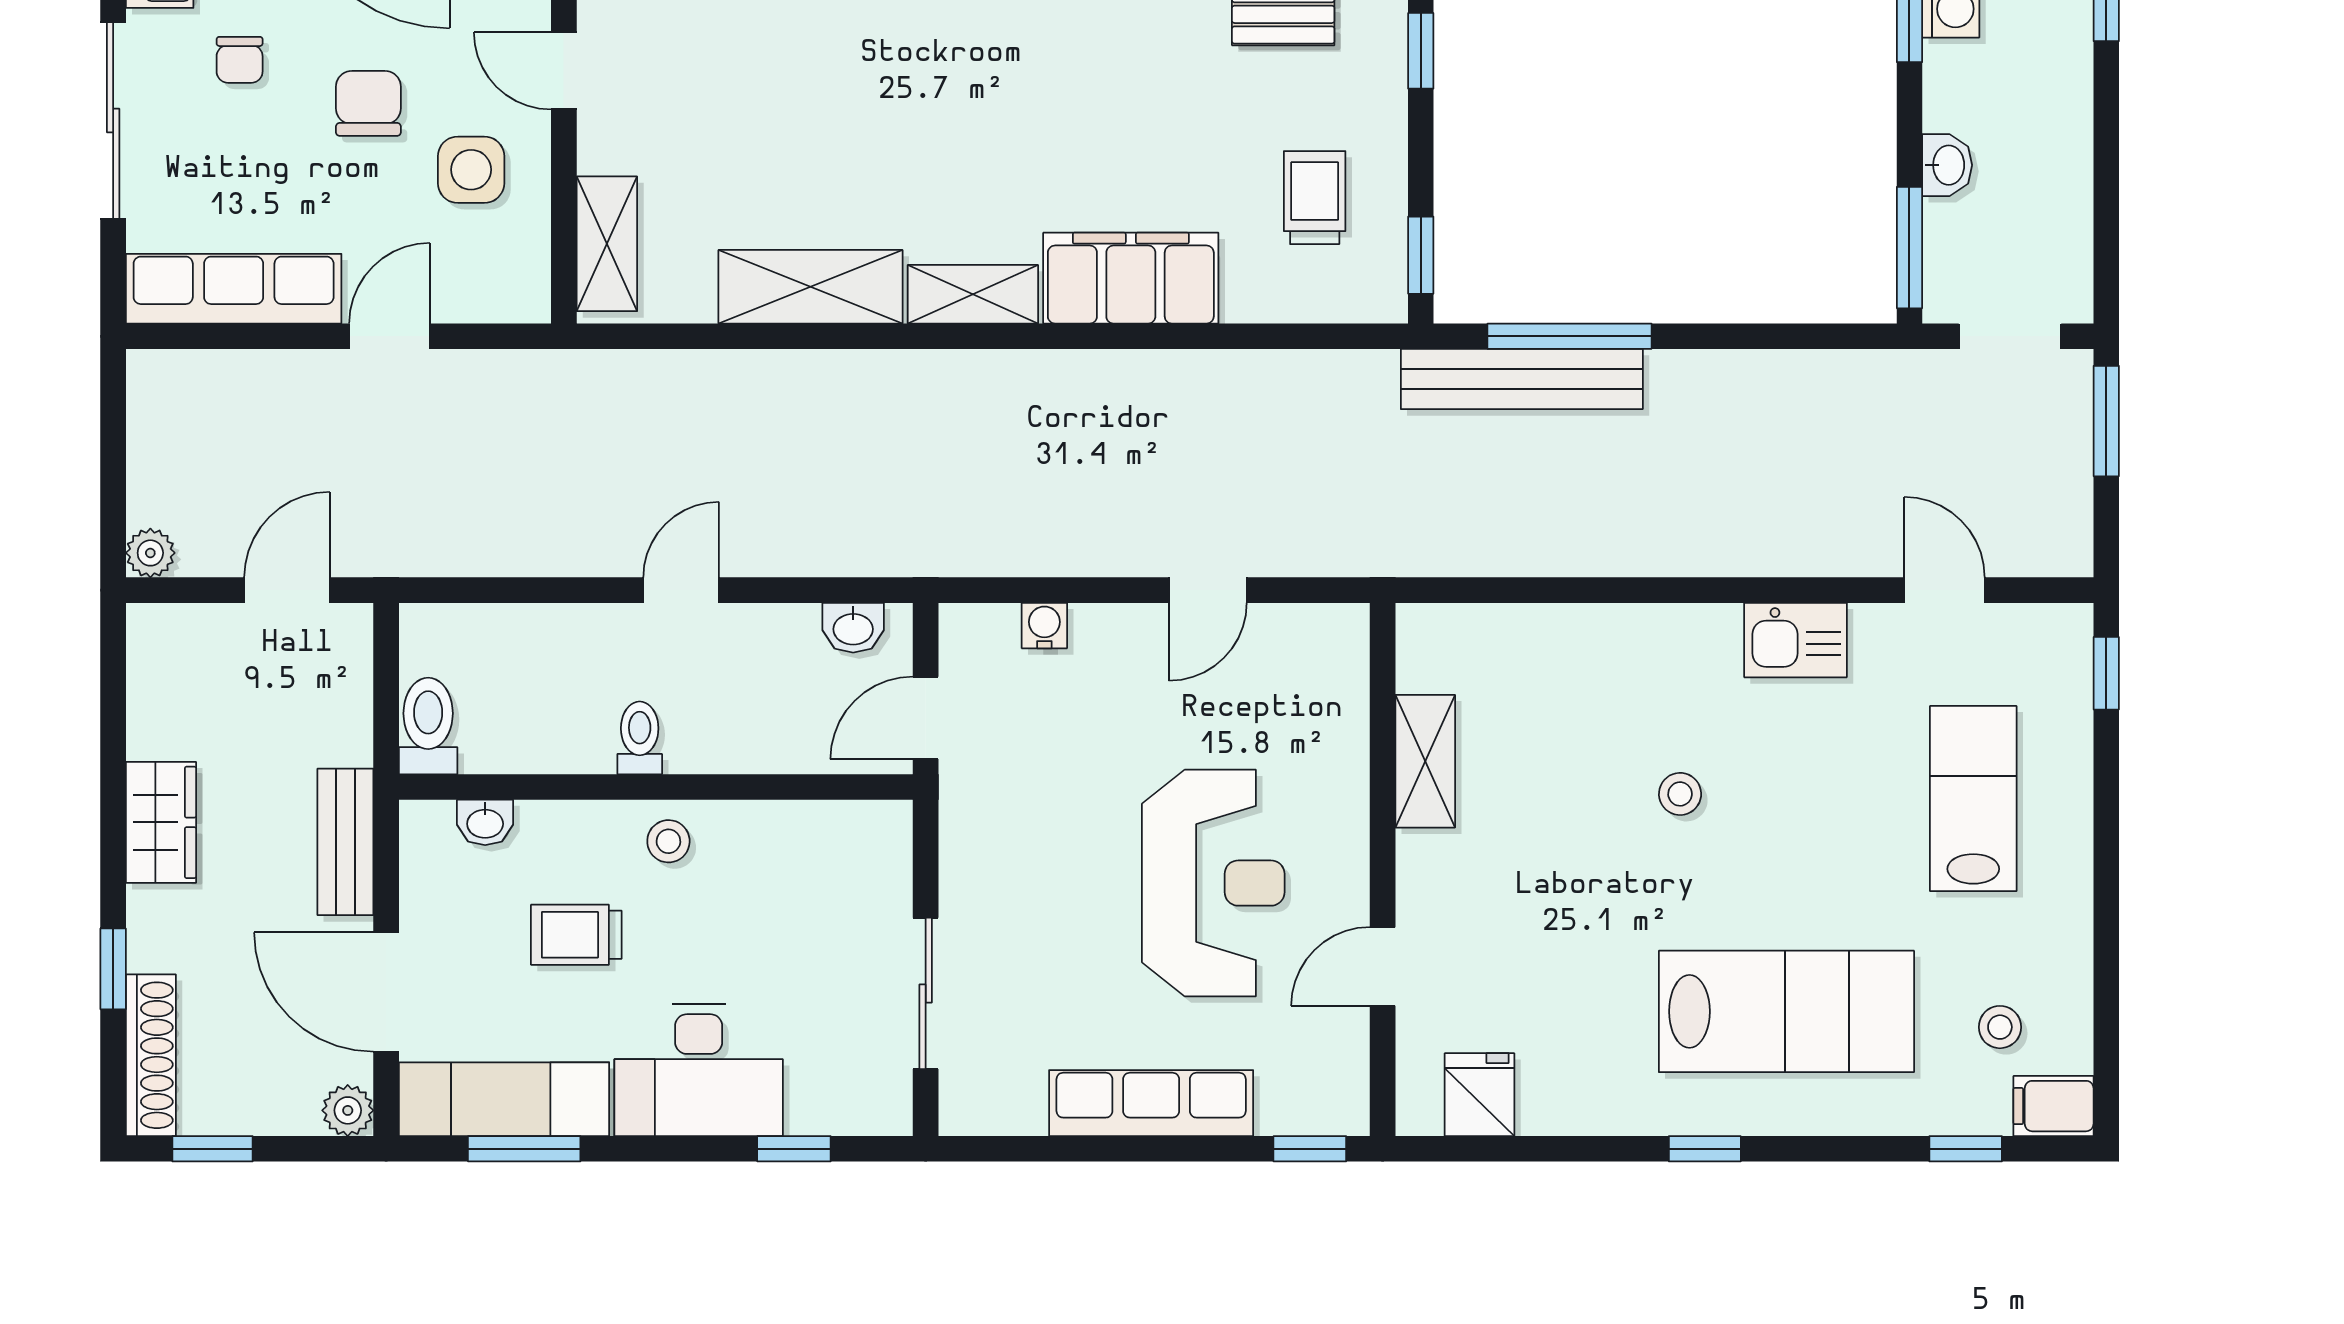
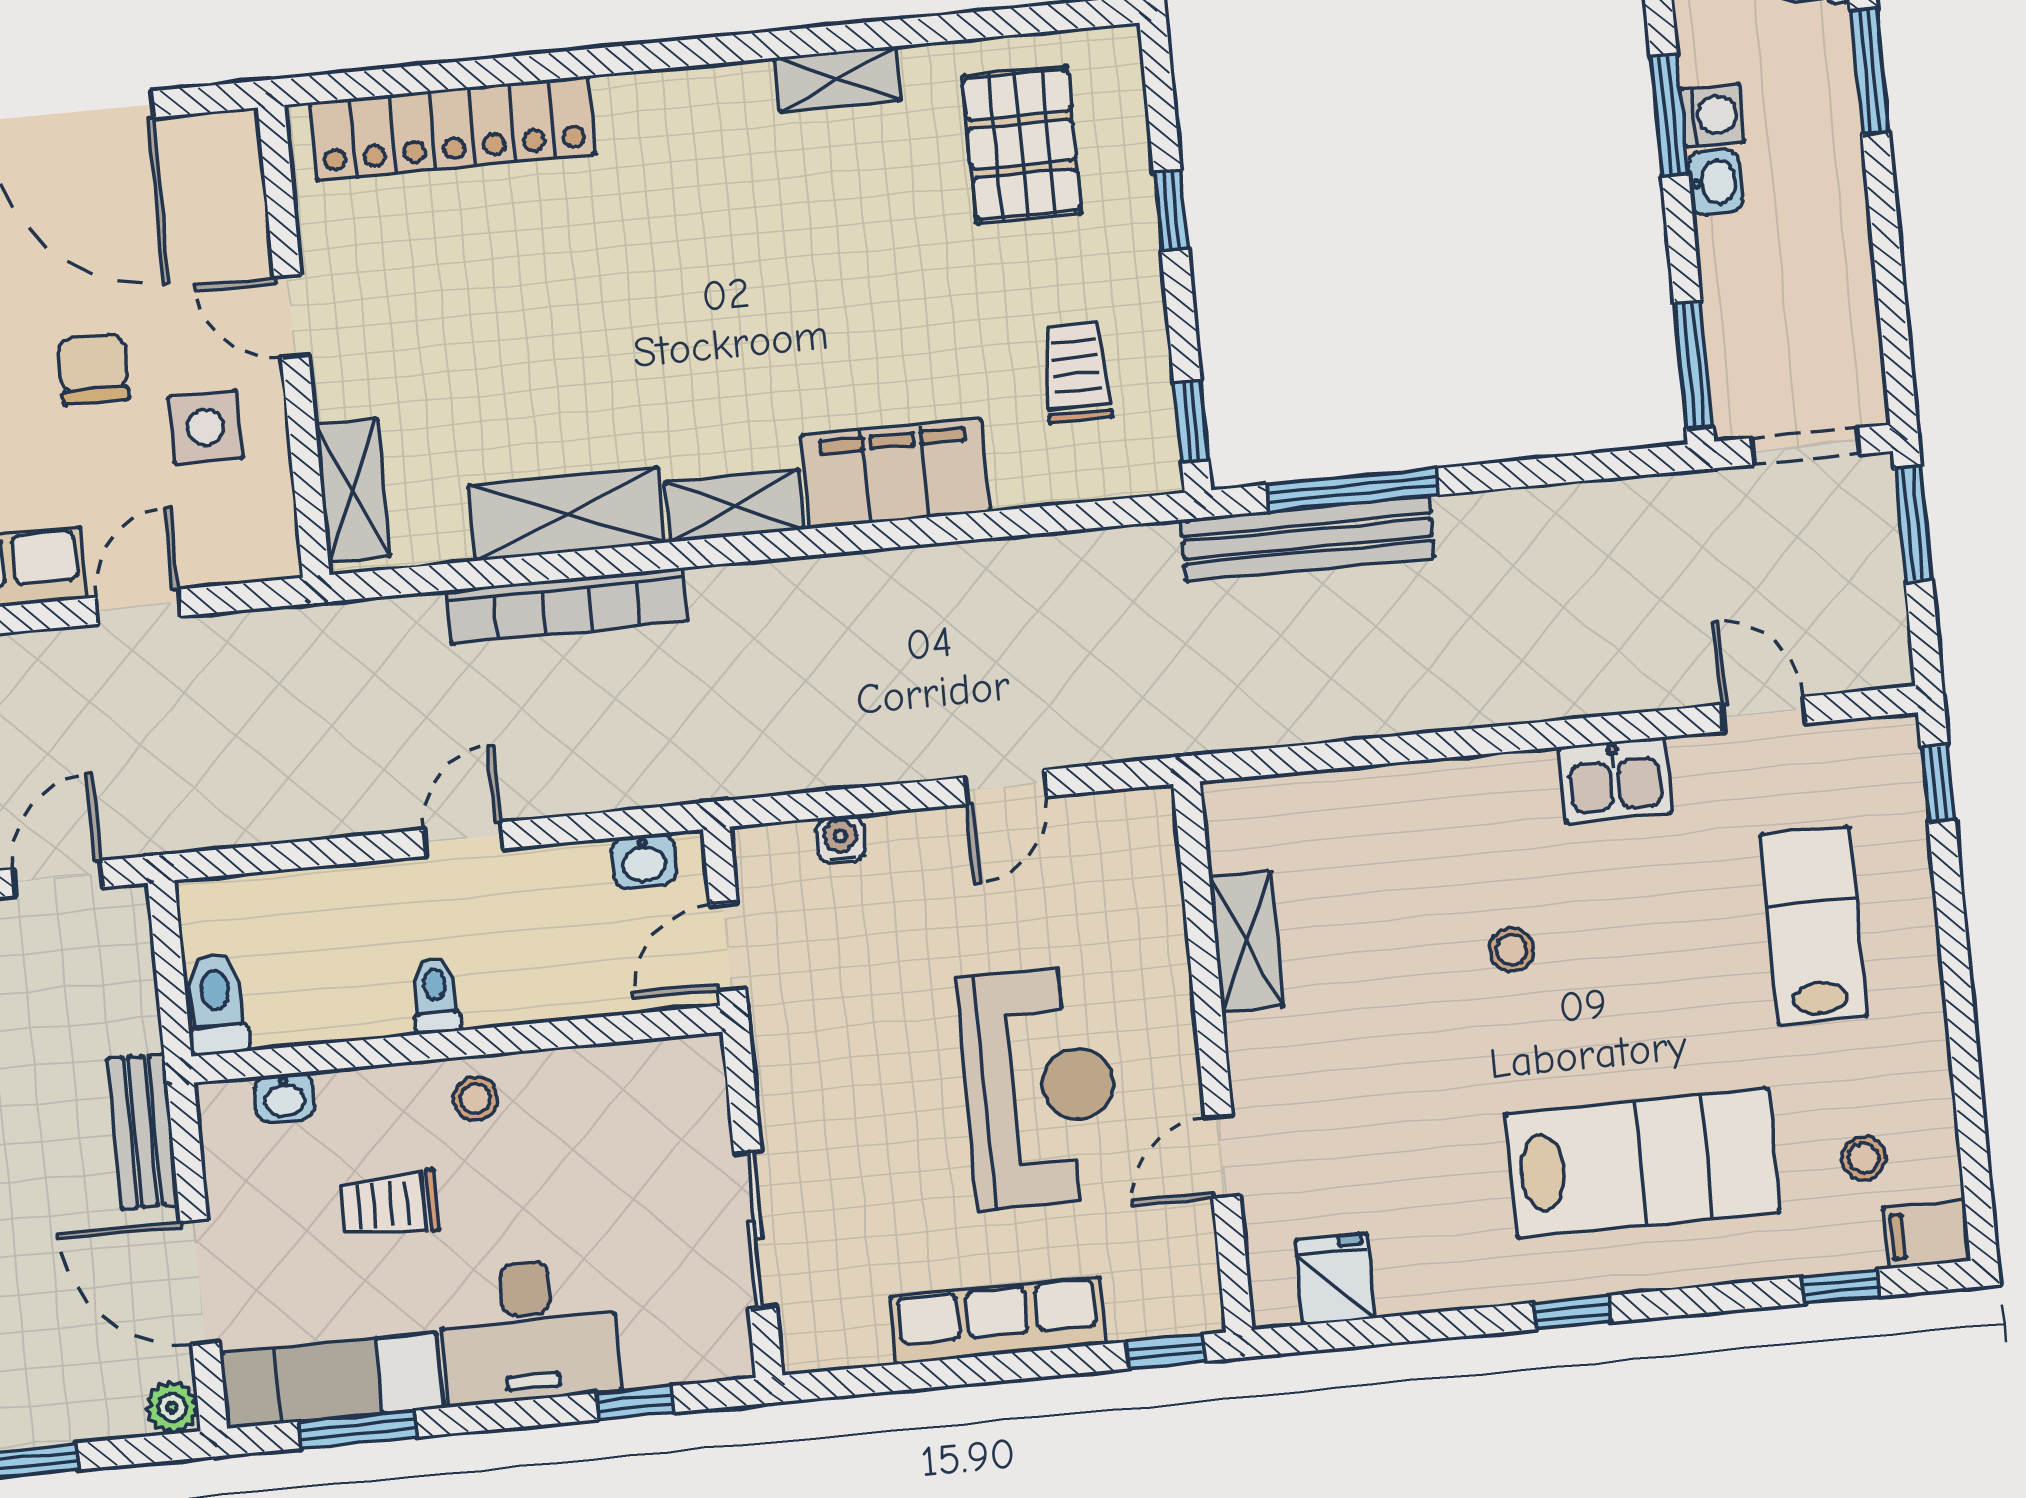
washbasin: (1947, 165) -> (1715, 182), moved
bookcase: (802, 375) -> (567, 606), added

